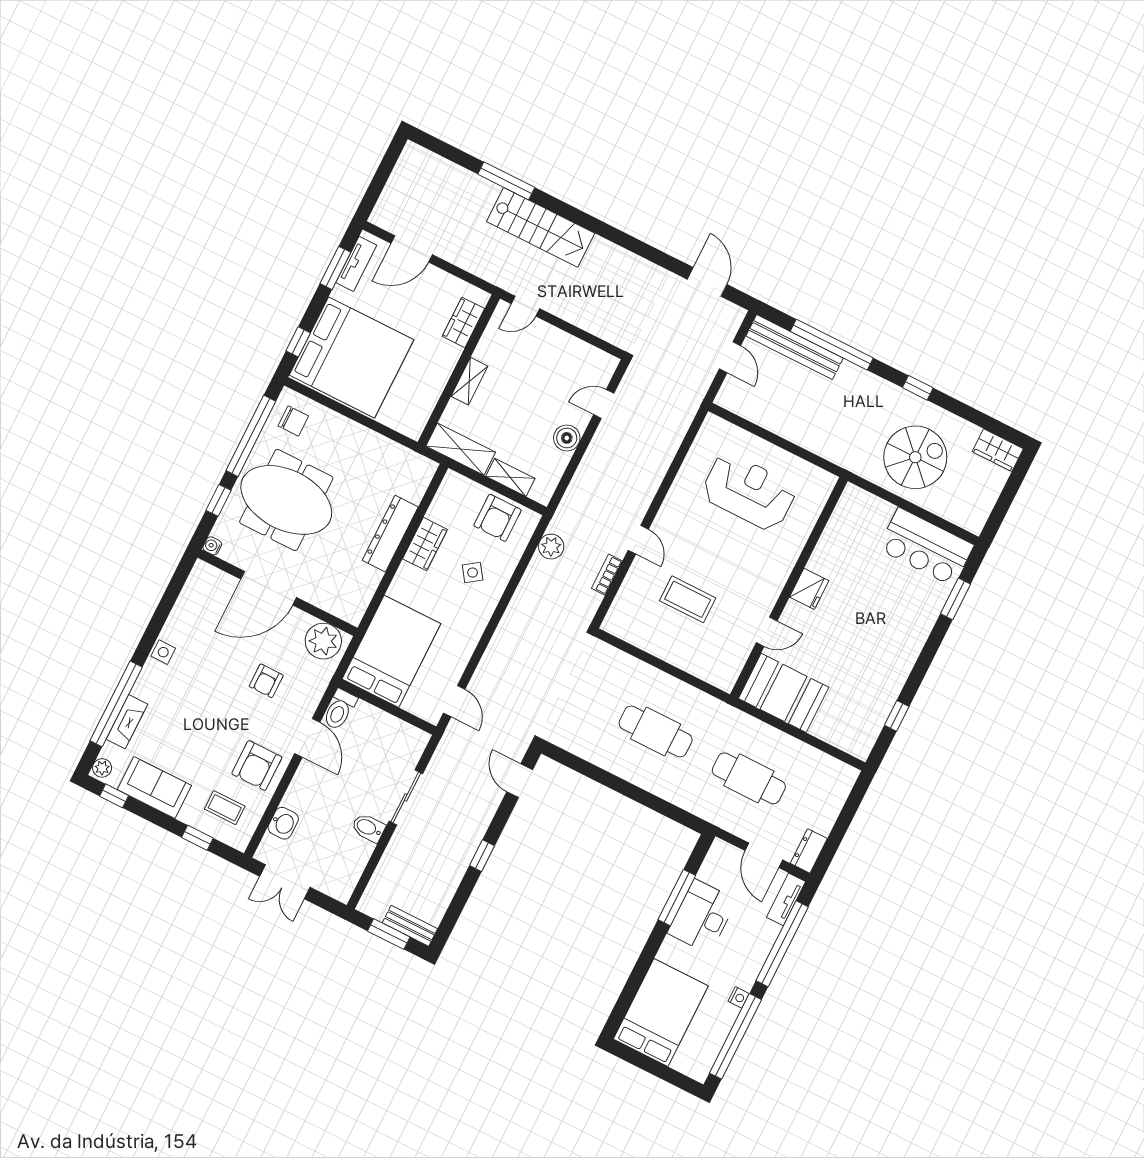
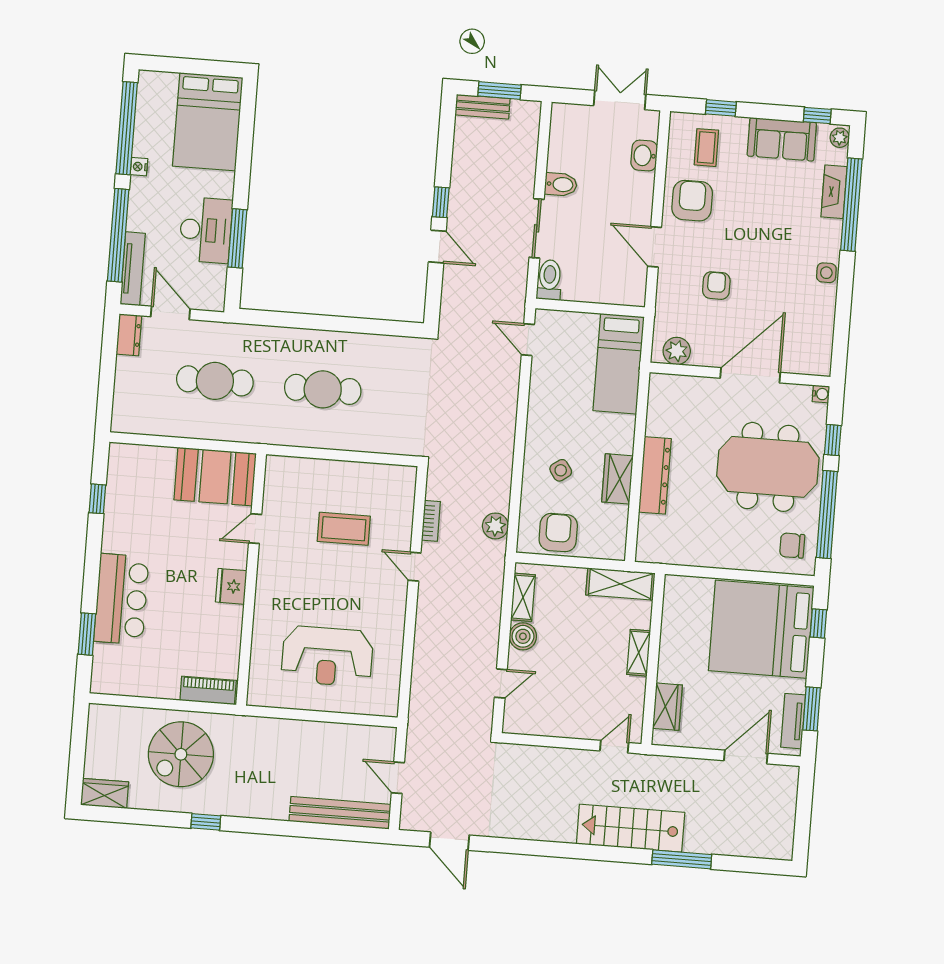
window: (832, 345) -> (305, 830), removed
shelving: (510, 477) -> (523, 597), moved, turned 90
piano: (868, 504) -> (208, 690), added
bar counter: (926, 547) -> (121, 599), moved, turned 90
plant: (323, 641) -> (677, 351), width x0.73, depth x0.73
bed: (391, 651) -> (619, 364), width x0.67
toilet: (340, 710) -> (549, 280), moved
door: (520, 781) -> (437, 247), moved
coffee table: (225, 808) -> (706, 148), turned 90
tv unit: (786, 899) -> (133, 269), width x1.41

